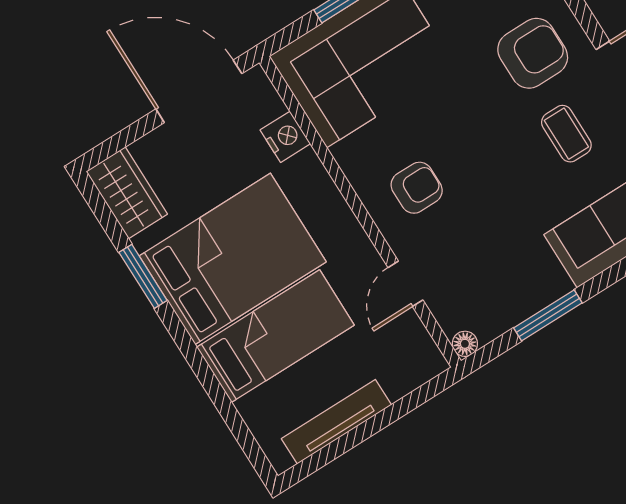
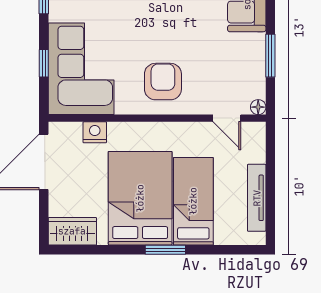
armchair: (417, 188) -> (163, 82), width x1.38, depth x1.38
window: (143, 276) -> (165, 250), moved
door: (405, 284) -> (227, 118), moved

